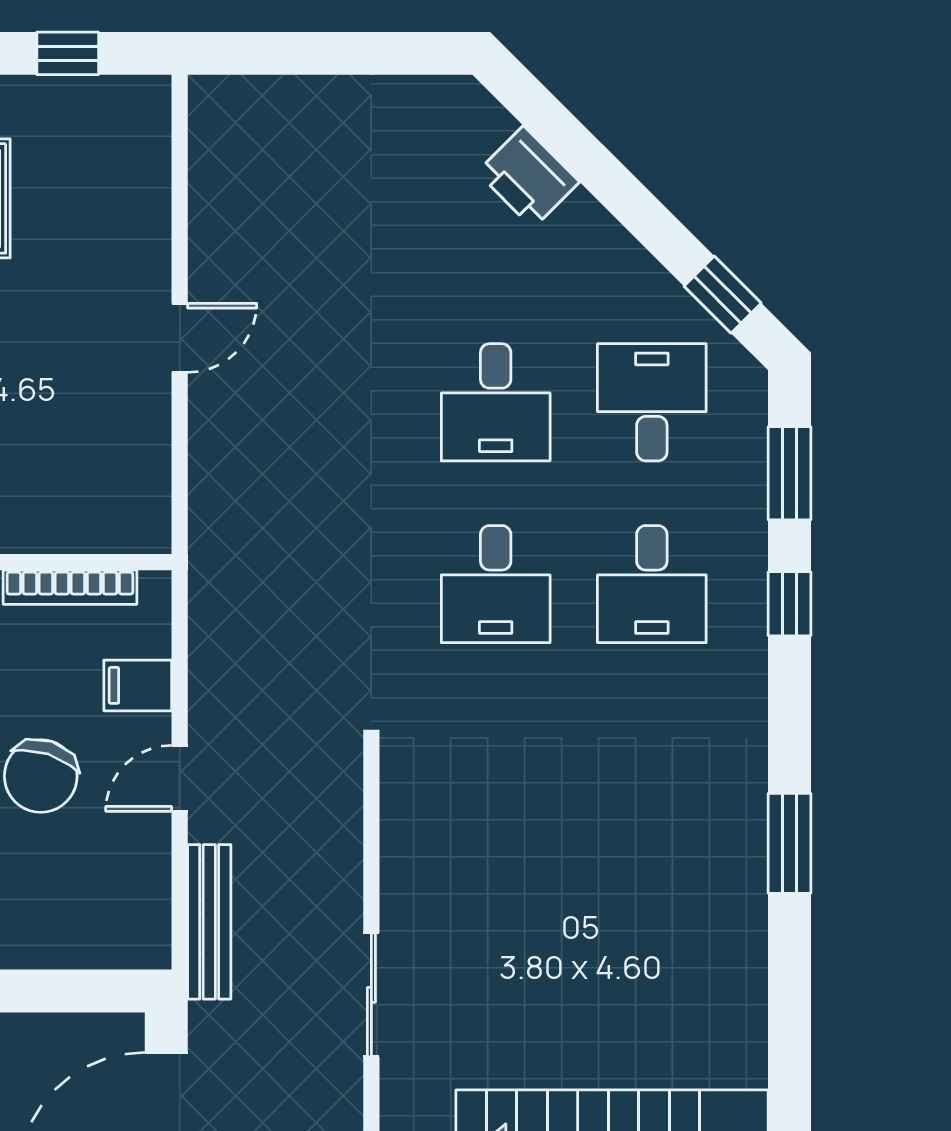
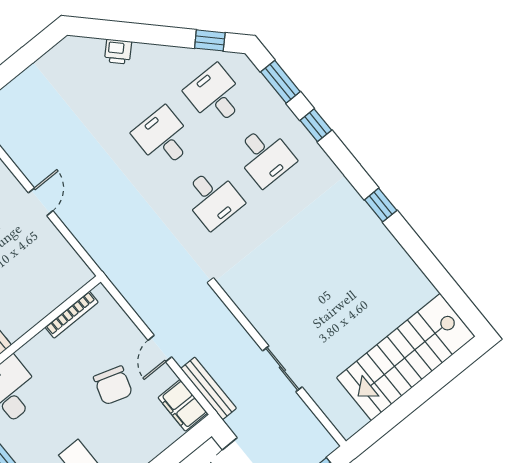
printer: (528, 177) -> (118, 52), width x0.73, depth x0.81
desk: (496, 402) -> (163, 138), turned 180
filing cabinet: (138, 685) -> (183, 405), moved, width x2.00
window: (790, 843) -> (381, 205), width x0.67

